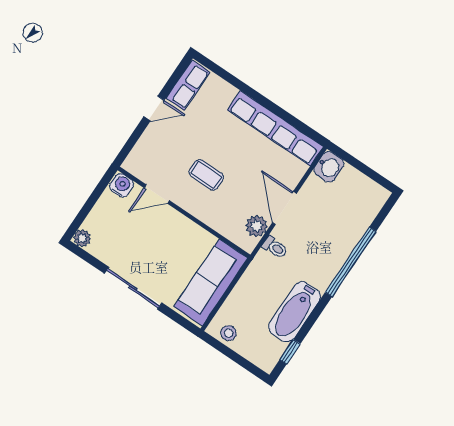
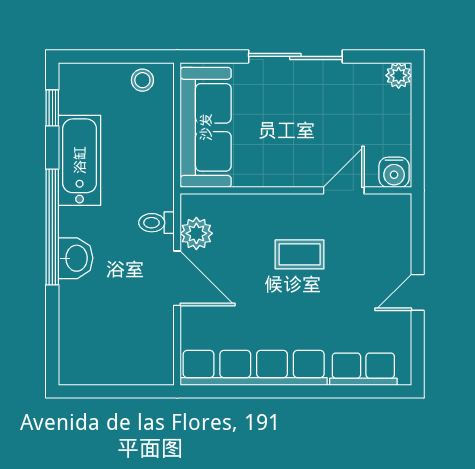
row of seats: (188, 85) -> (363, 369), moved, turned 90
washbasin: (329, 167) -> (76, 258), moved, turned 180
window: (351, 262) -> (52, 227), moved

